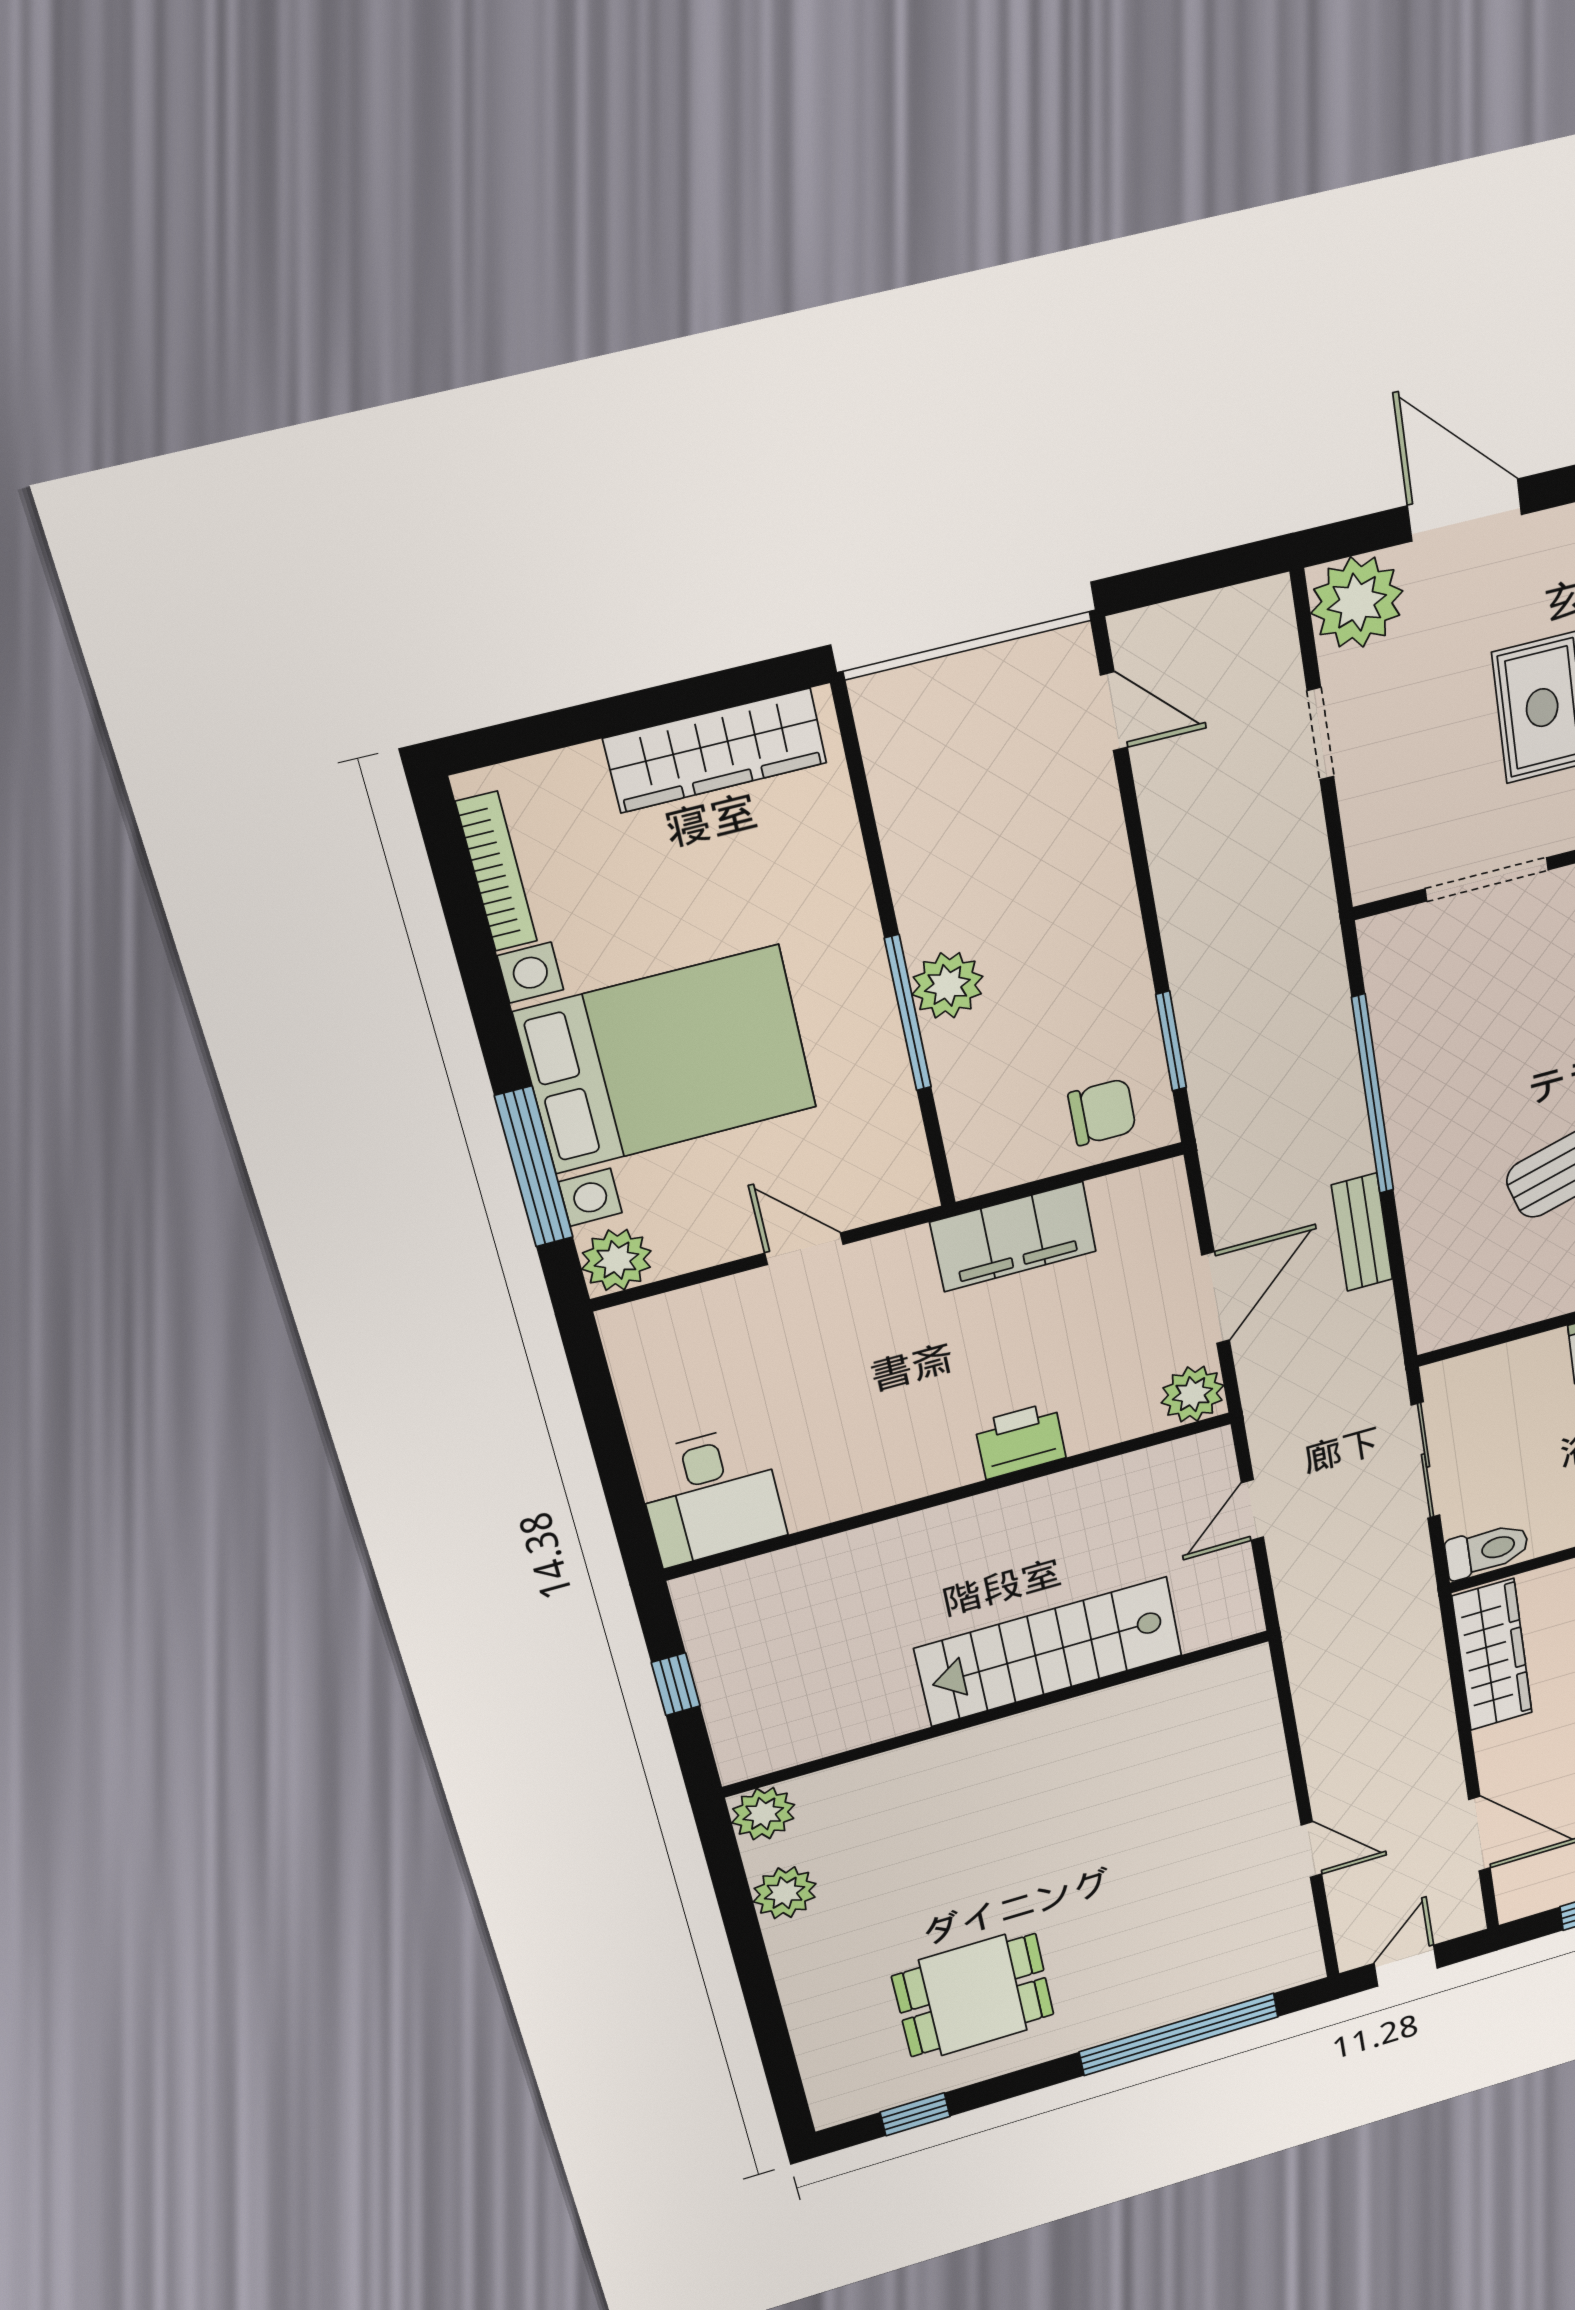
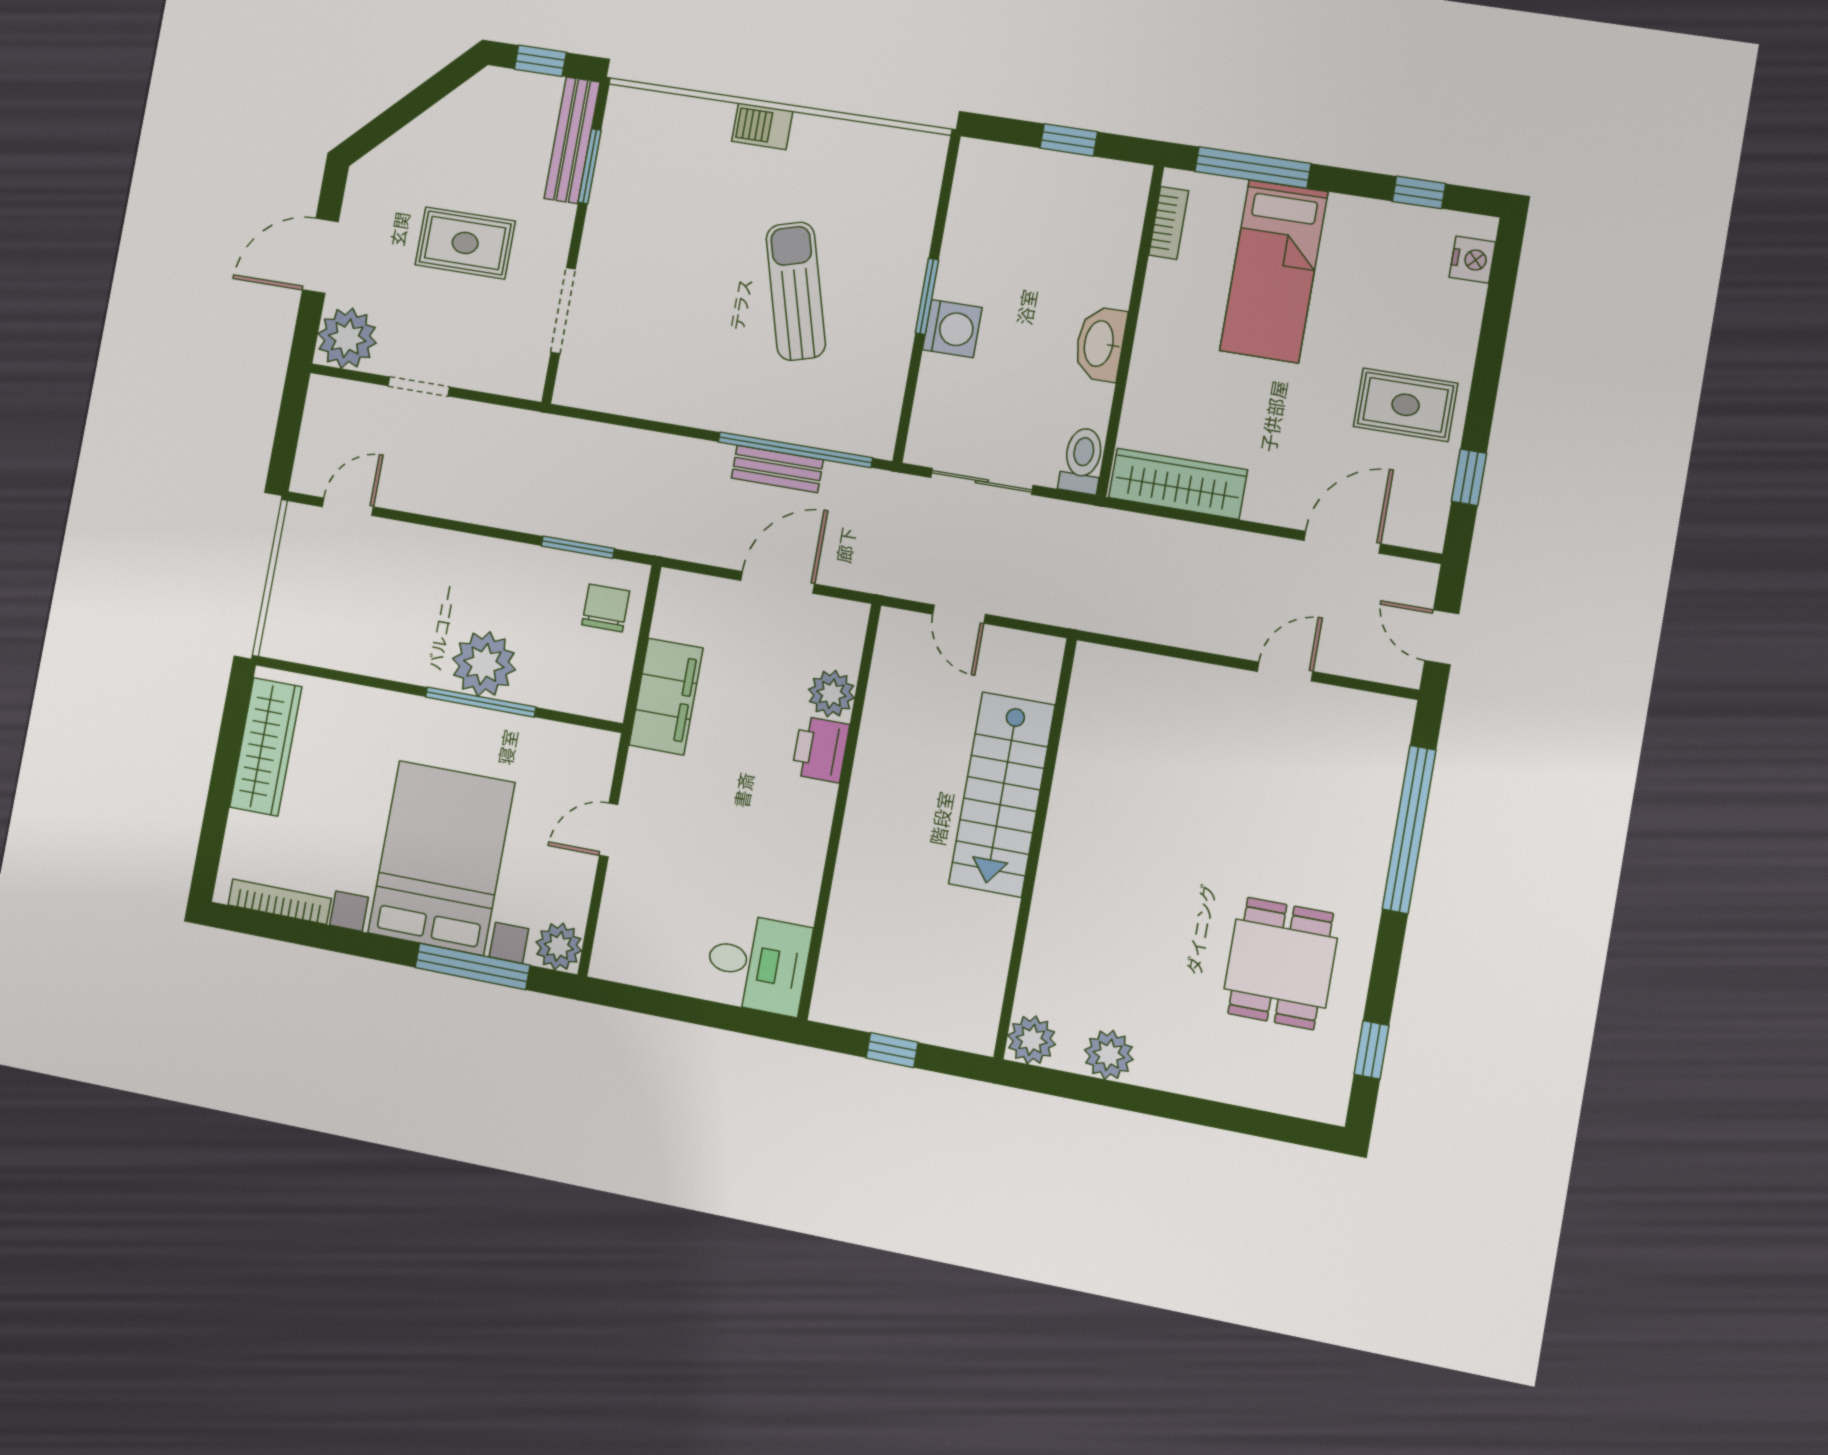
plant: (947, 985) -> (484, 664), width x1.36, depth x1.36
window: (1373, 1095) -> (795, 450), moved
door: (1216, 1298) -> (778, 582), hinge flipped
plant: (1193, 1394) -> (831, 694), moved

